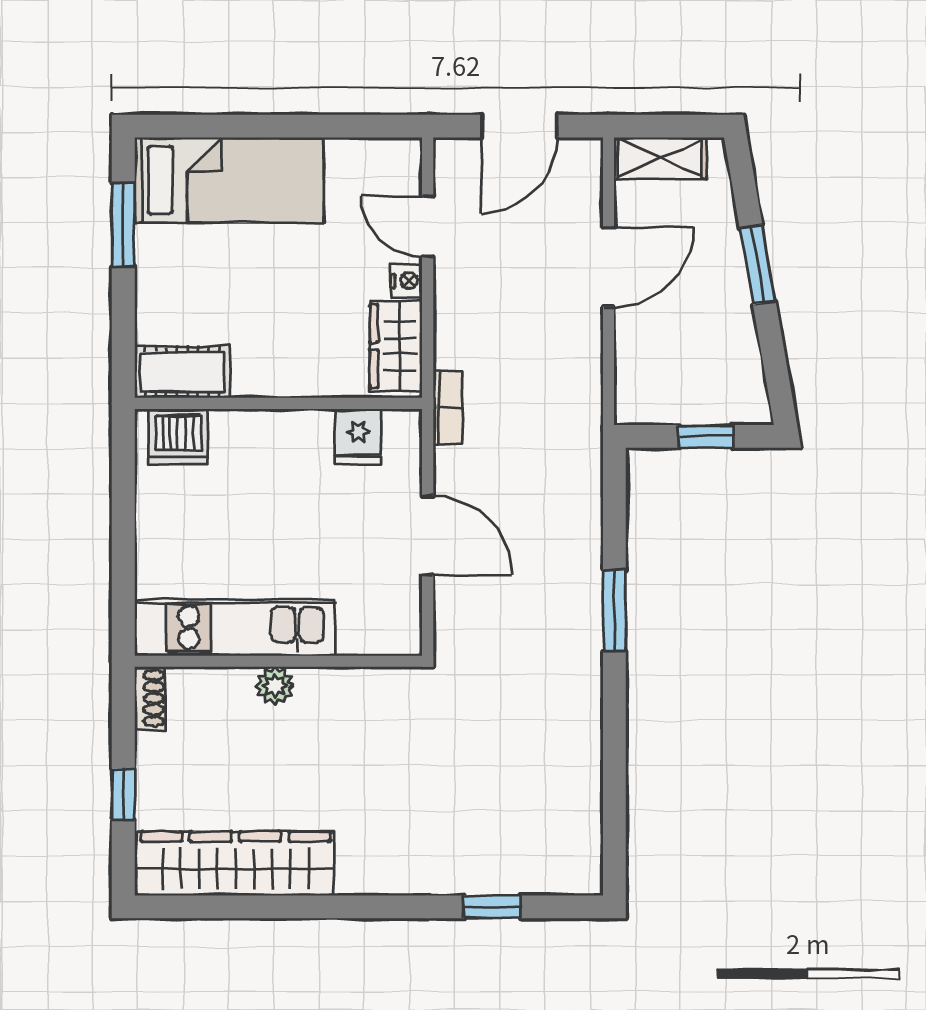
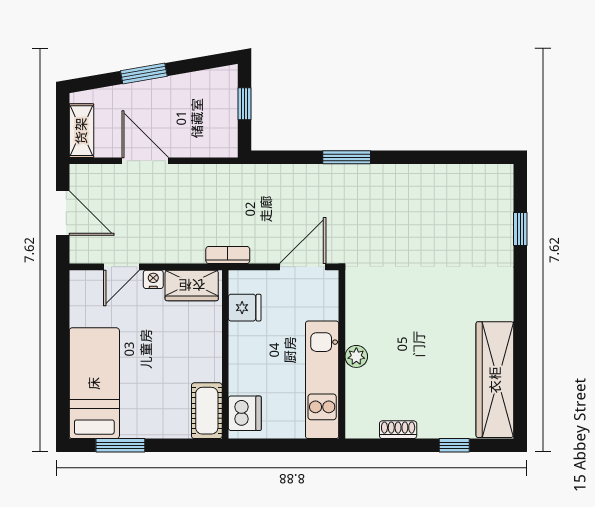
kitchen unit: (235, 628) -> (322, 380), moved
wall: (278, 661) -> (342, 354), moved
plant: (275, 686) -> (356, 356), moved

